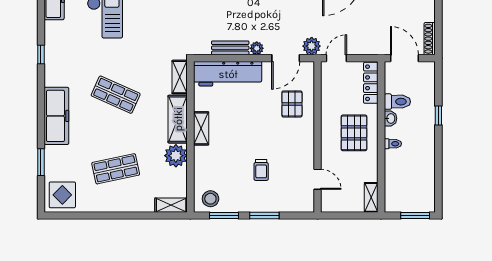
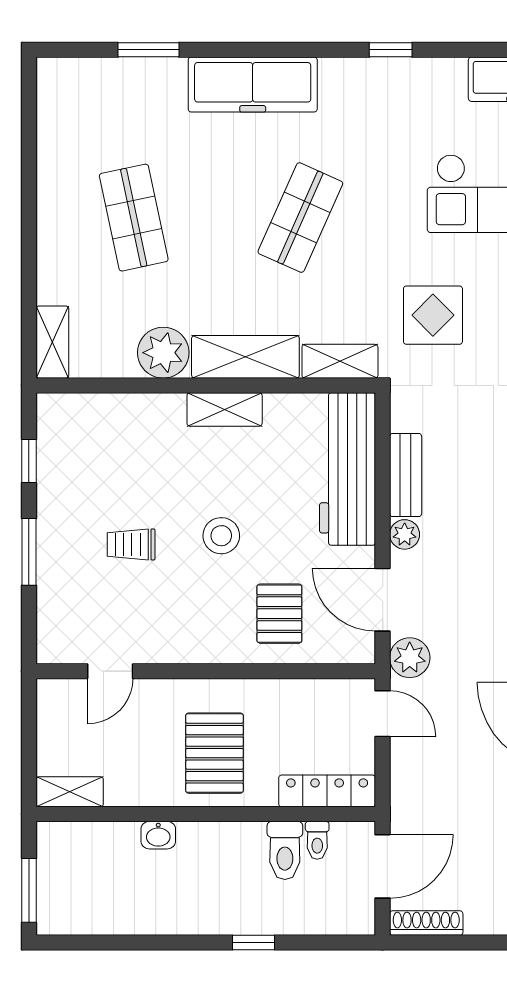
pallet: (292, 104) -> (279, 614), turned 90
washbasin: (390, 118) -> (158, 835), moved
pallet: (354, 133) -> (214, 753), turned 90
toilet: (393, 144) -> (317, 840), moved
display table: (62, 195) -> (433, 315), moved
stool: (210, 199) -> (221, 536), moved
window: (224, 215) -> (29, 461), width x0.67

